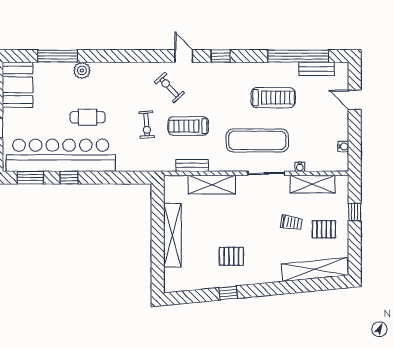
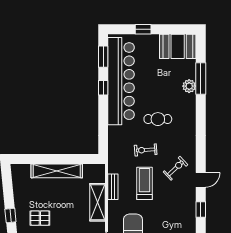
plant: (82, 70) -> (189, 86), moved
cafe table: (88, 117) -> (158, 119), moved, turned 90
pallet: (231, 256) -> (40, 218), turned 90

